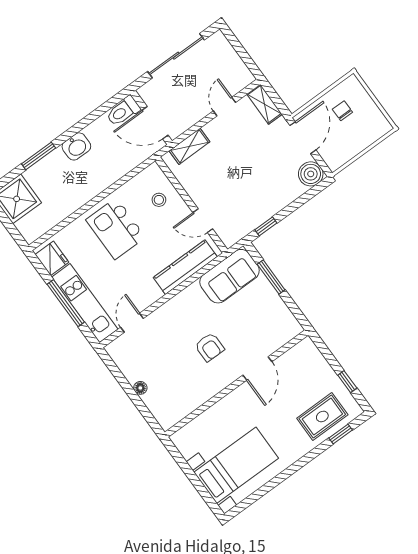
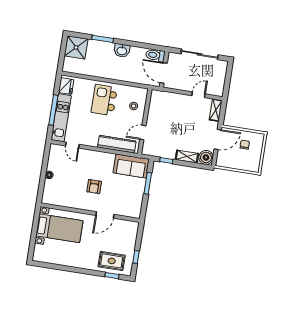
shelving: (189, 146) -> (187, 156), moved
door: (203, 221) -> (143, 132), hinge flipped
door: (132, 323) -> (72, 145), swing flipped
bed with nightstands: (236, 465) -> (59, 228), moved

